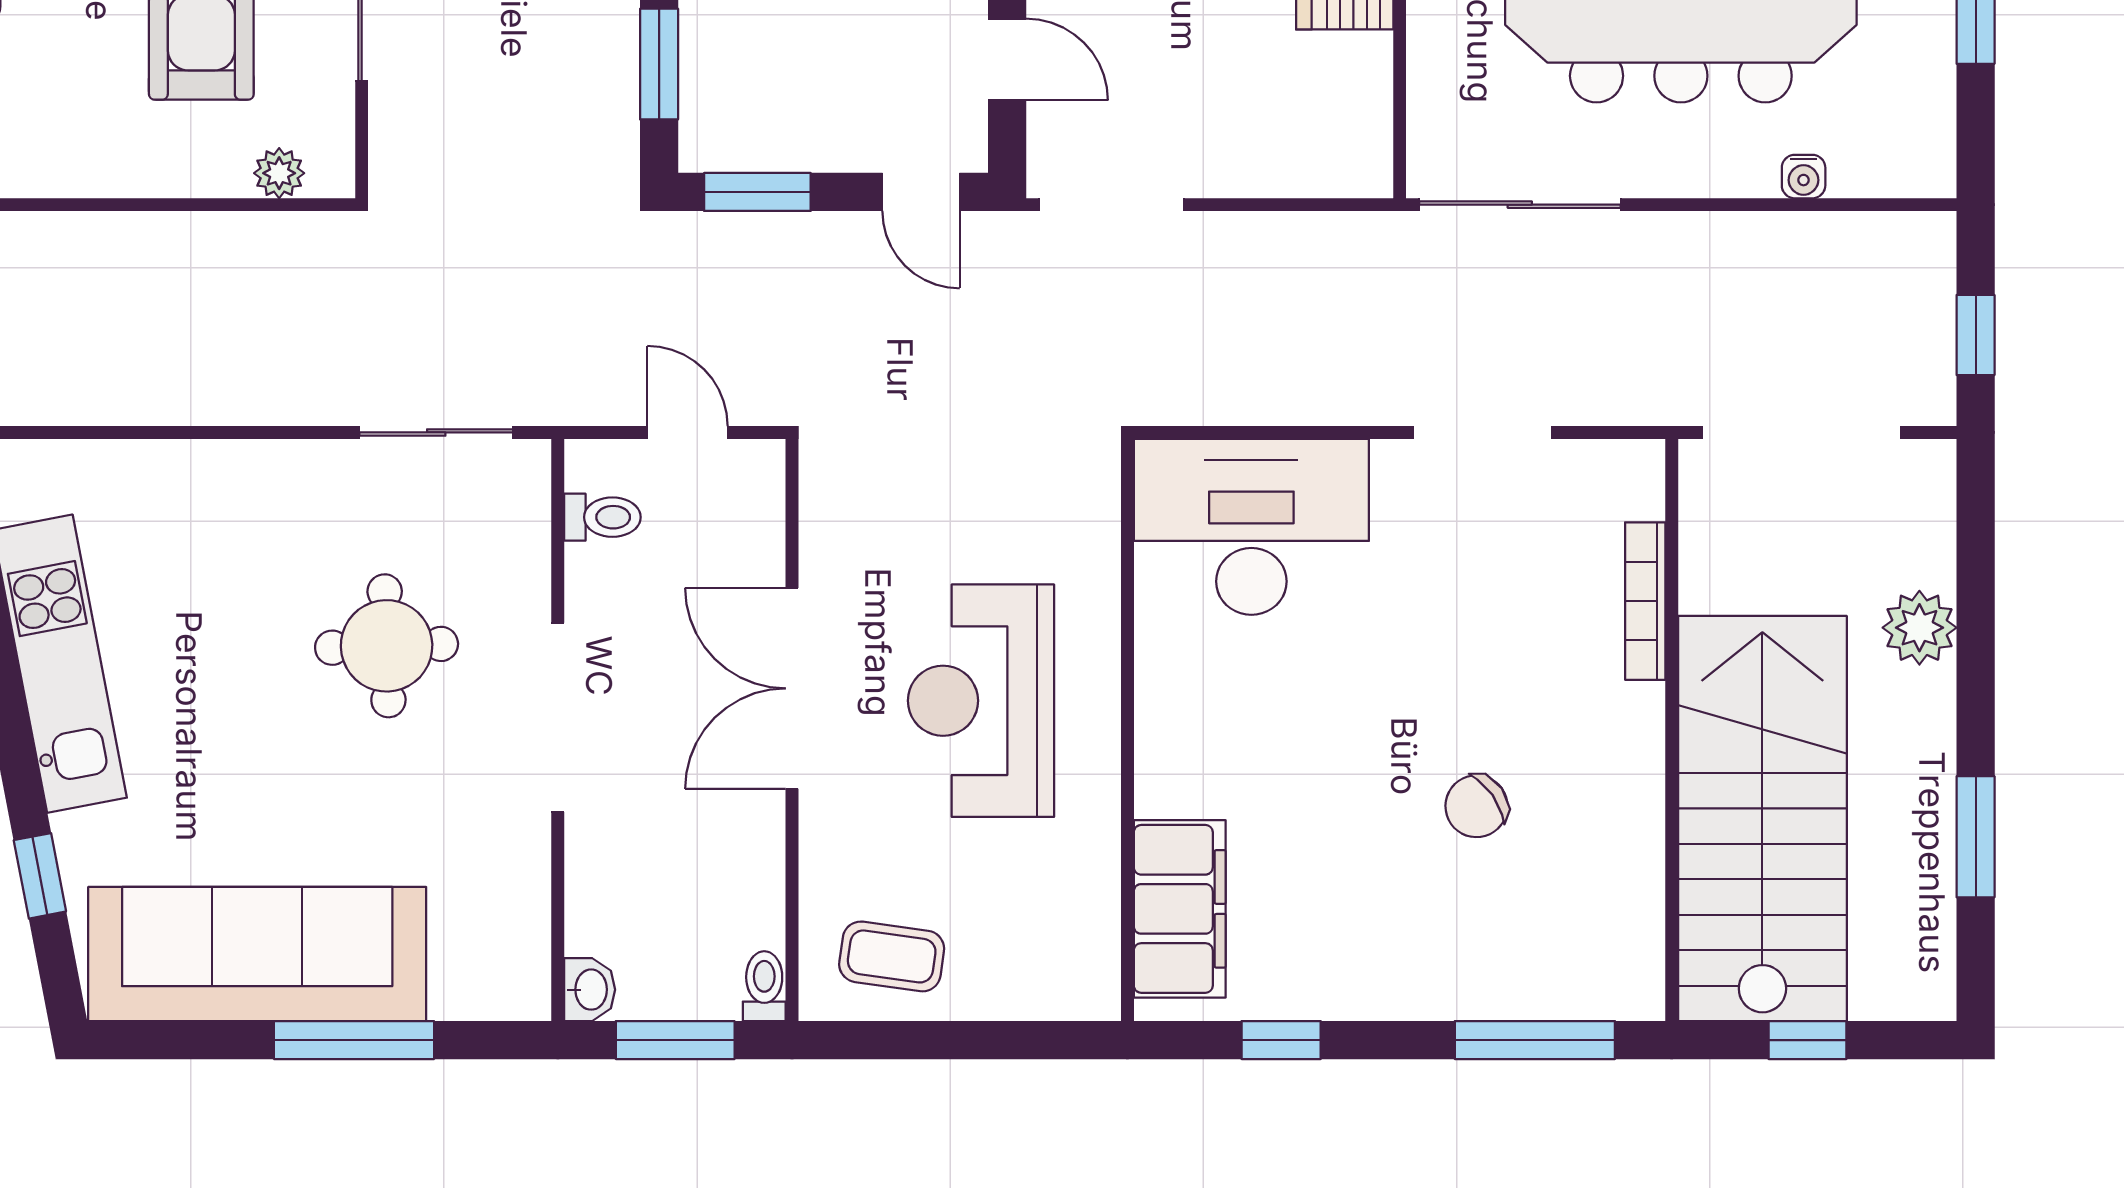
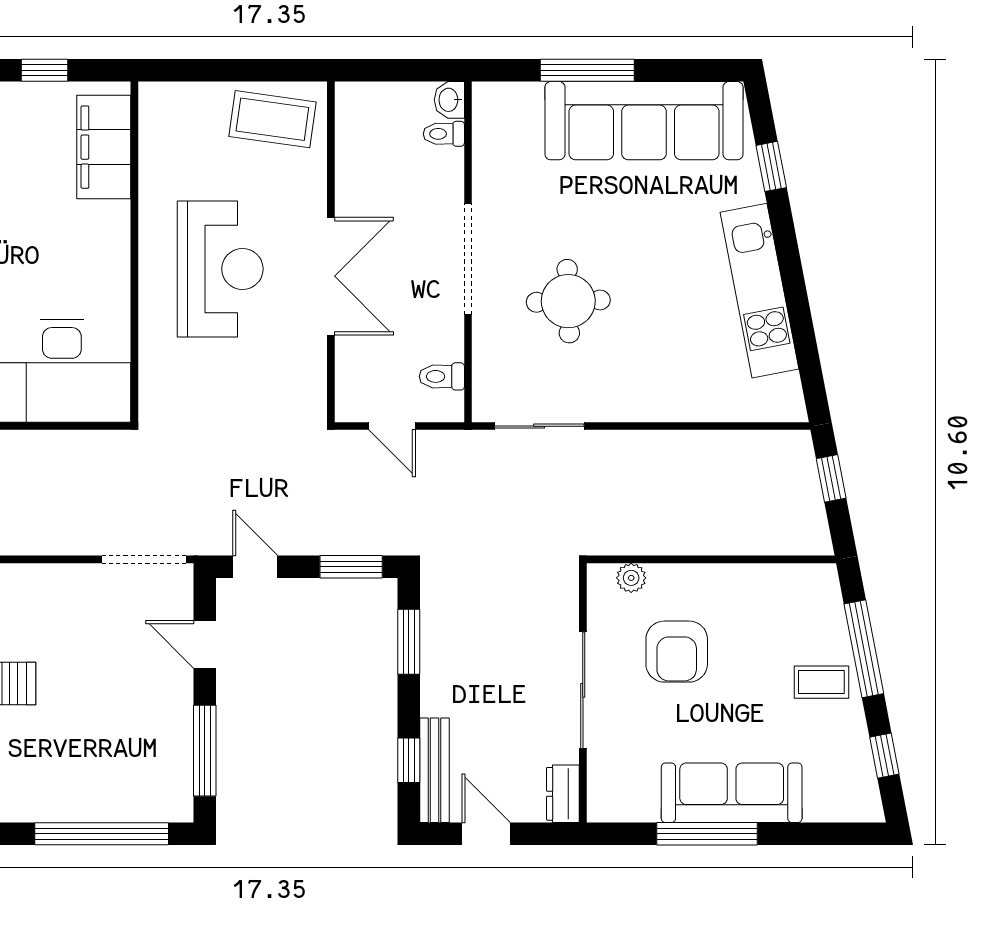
coffee table: (892, 956) -> (272, 119), width x1.36, depth x1.30
toilet: (764, 986) -> (444, 134), moved, turned 90
window: (675, 1040) -> (399, 70), removed

